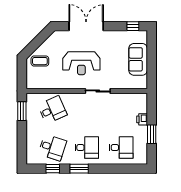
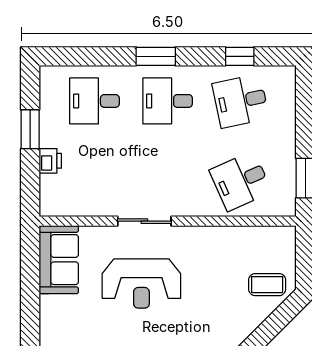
sofa: (138, 59) -> (59, 260), moved
reception desk: (81, 63) -> (141, 284), moved, turned 180
desk: (52, 148) -> (241, 101), turned -30
window: (79, 169) -> (156, 56), moved

